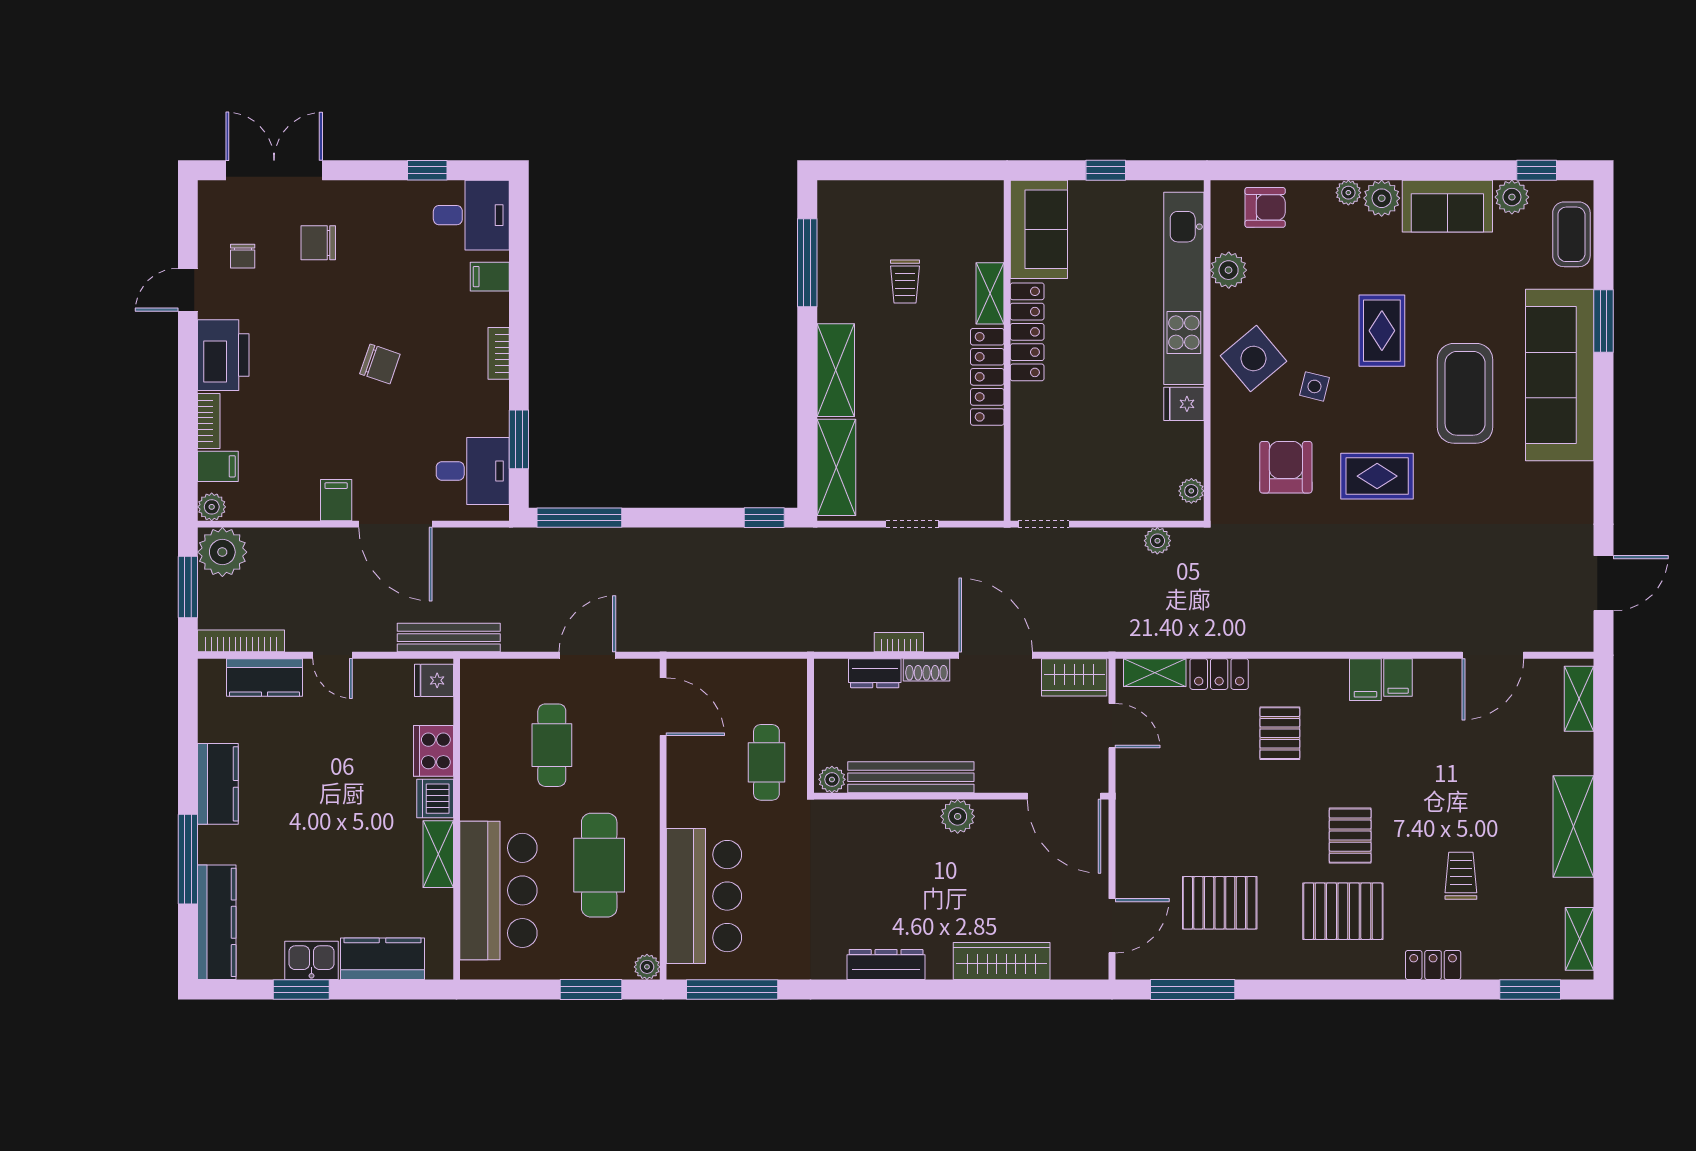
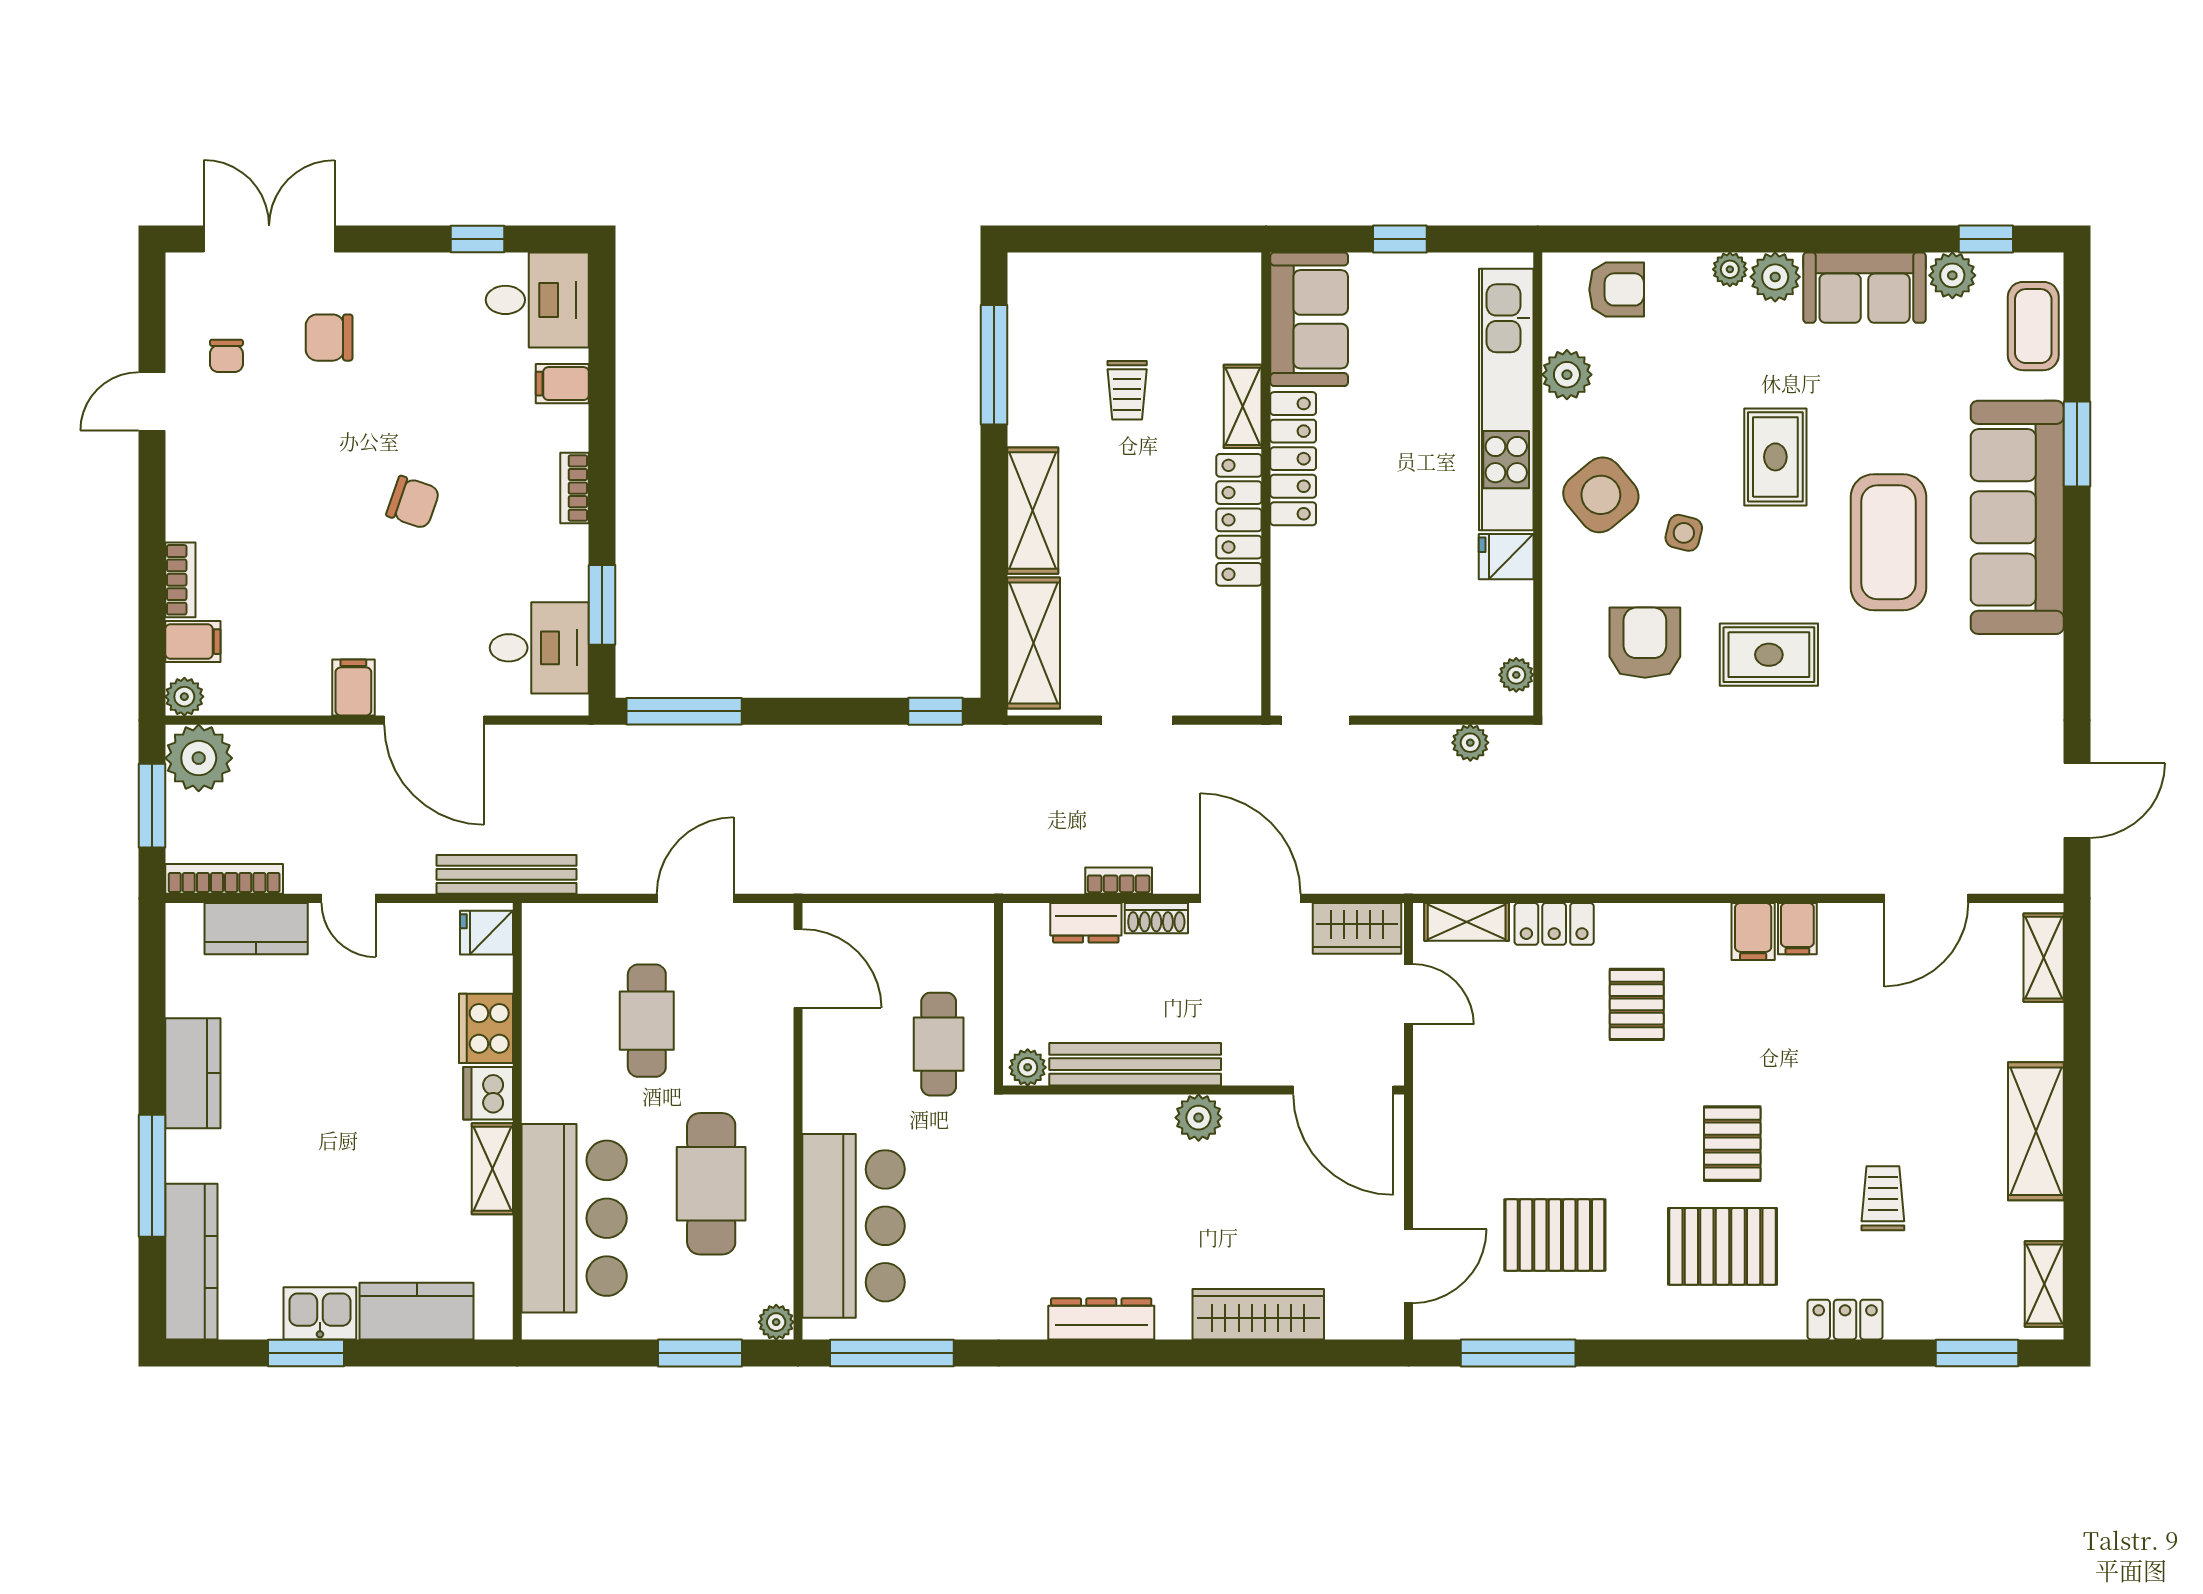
printer: (223, 355) -> (200, 490), removed

